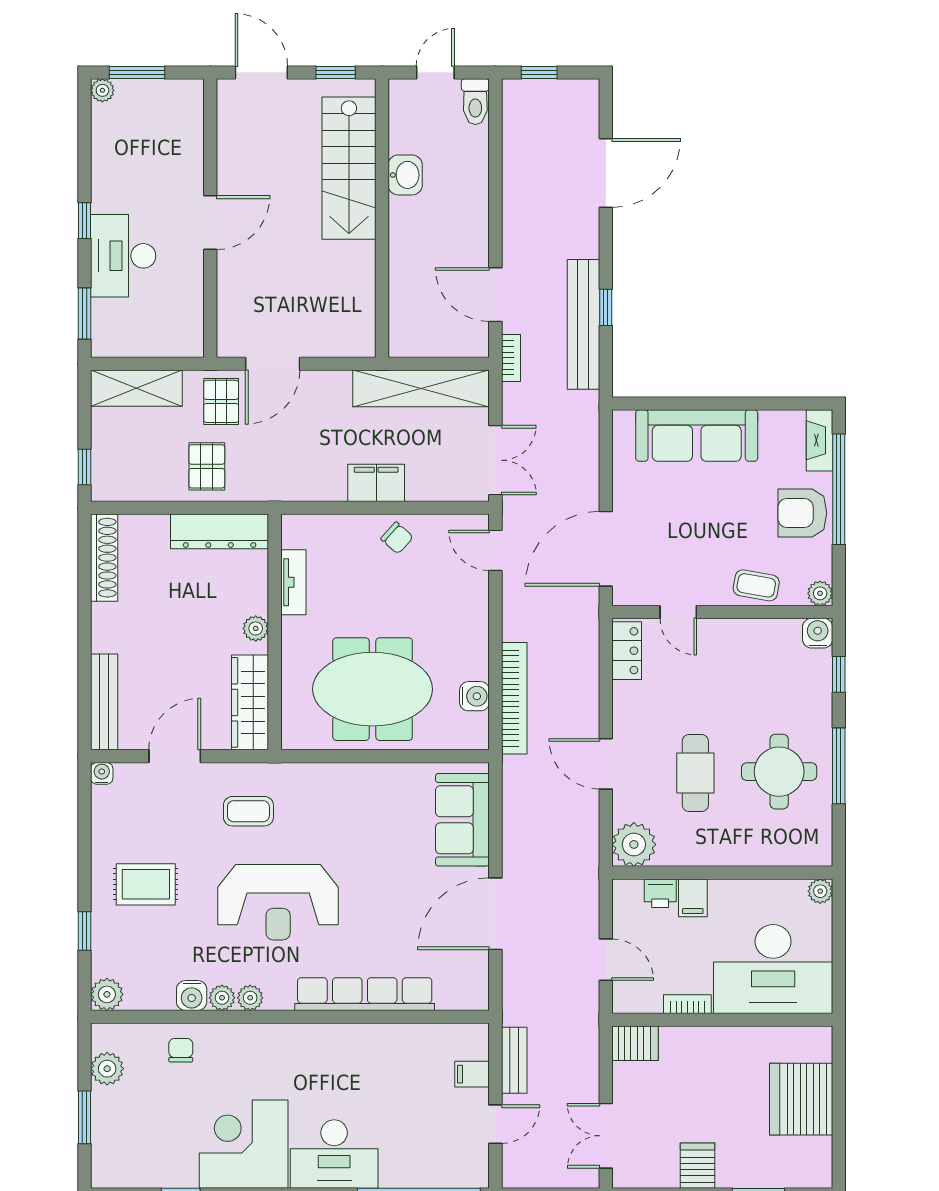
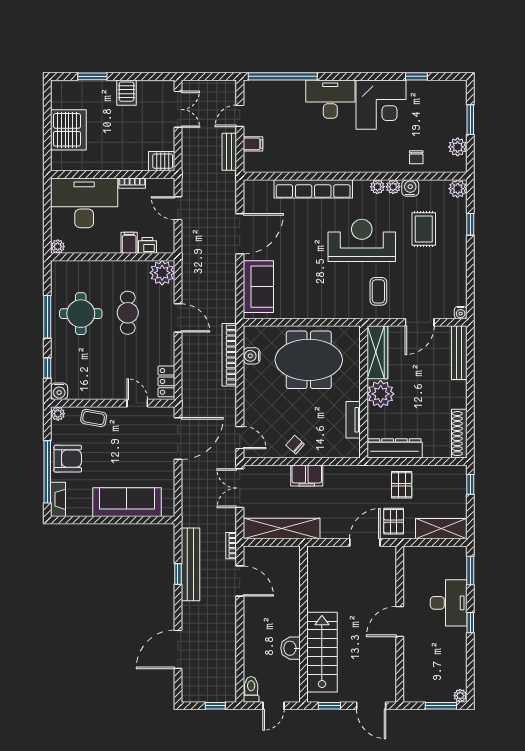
plant: (256, 628) -> (381, 394), width x1.88, depth x1.88
coffee table: (248, 811) -> (378, 291), turned 90
rug: (146, 884) -> (424, 229), moved, turned 90

